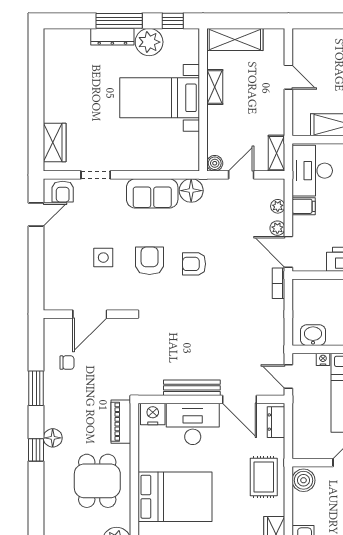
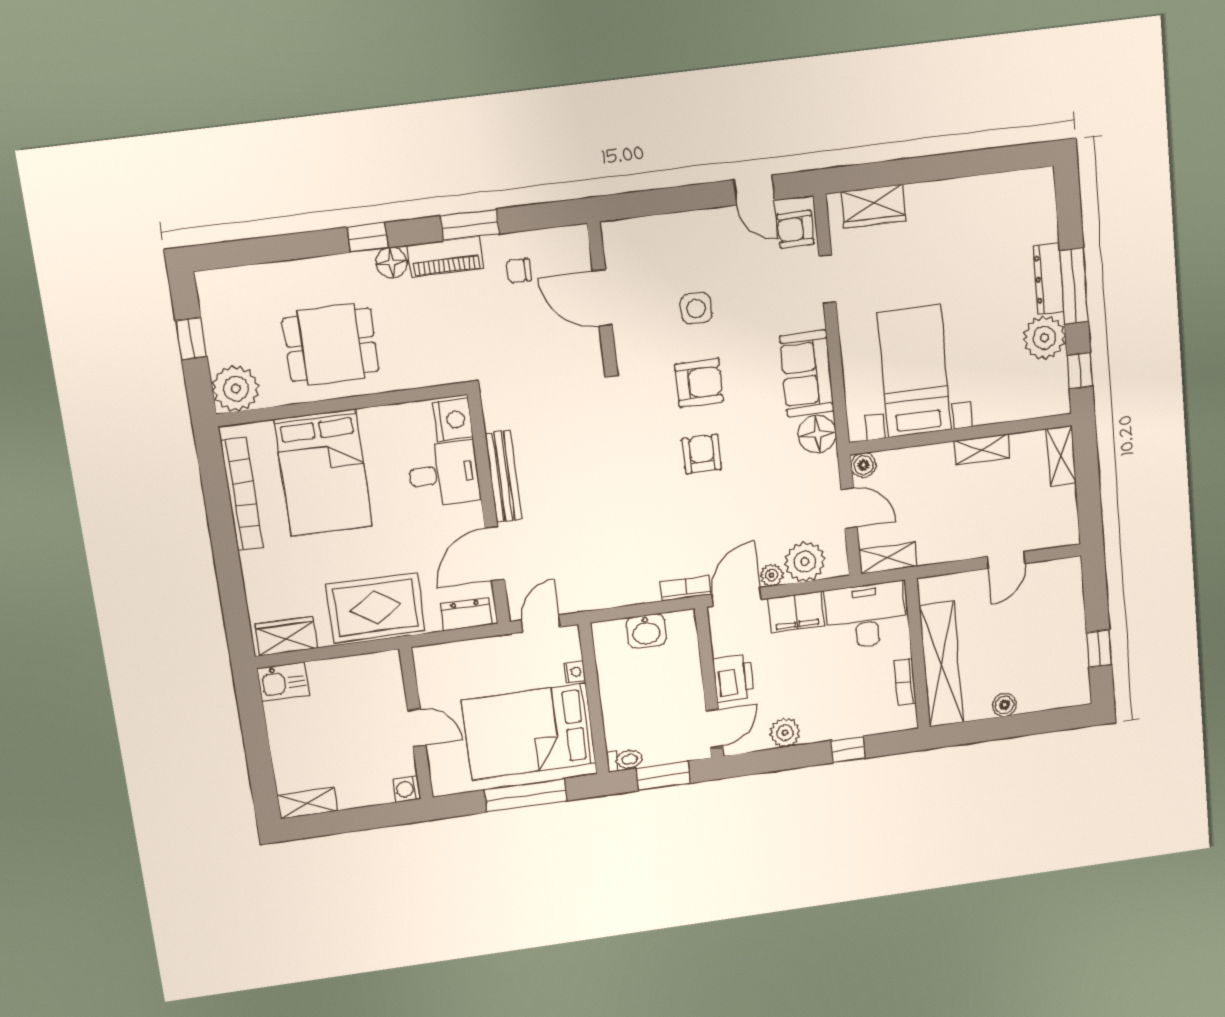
shelving: (235, 40) -> (1061, 456), width x0.67, depth x0.75
bed with nightstands: (160, 98) -> (914, 371), moved
plant: (278, 206) -> (805, 562), width x1.87, depth x1.87
filing cabinet: (304, 206) -> (796, 612), width x2.00
washbasin: (313, 335) -> (646, 631), moved, turned 90
chair: (67, 363) -> (519, 271), turned 90
piano: (121, 422) -> (445, 257), moved, turned 180
desk: (193, 424) -> (444, 474), width x0.73
rug: (264, 477) -> (376, 608), width x1.36, depth x1.43
boiler: (304, 480) -> (379, 669), removed

